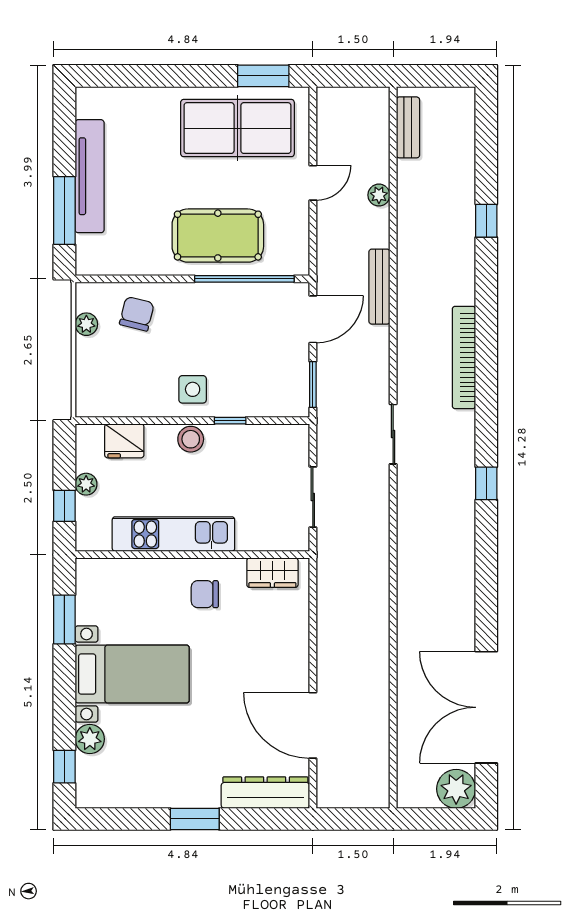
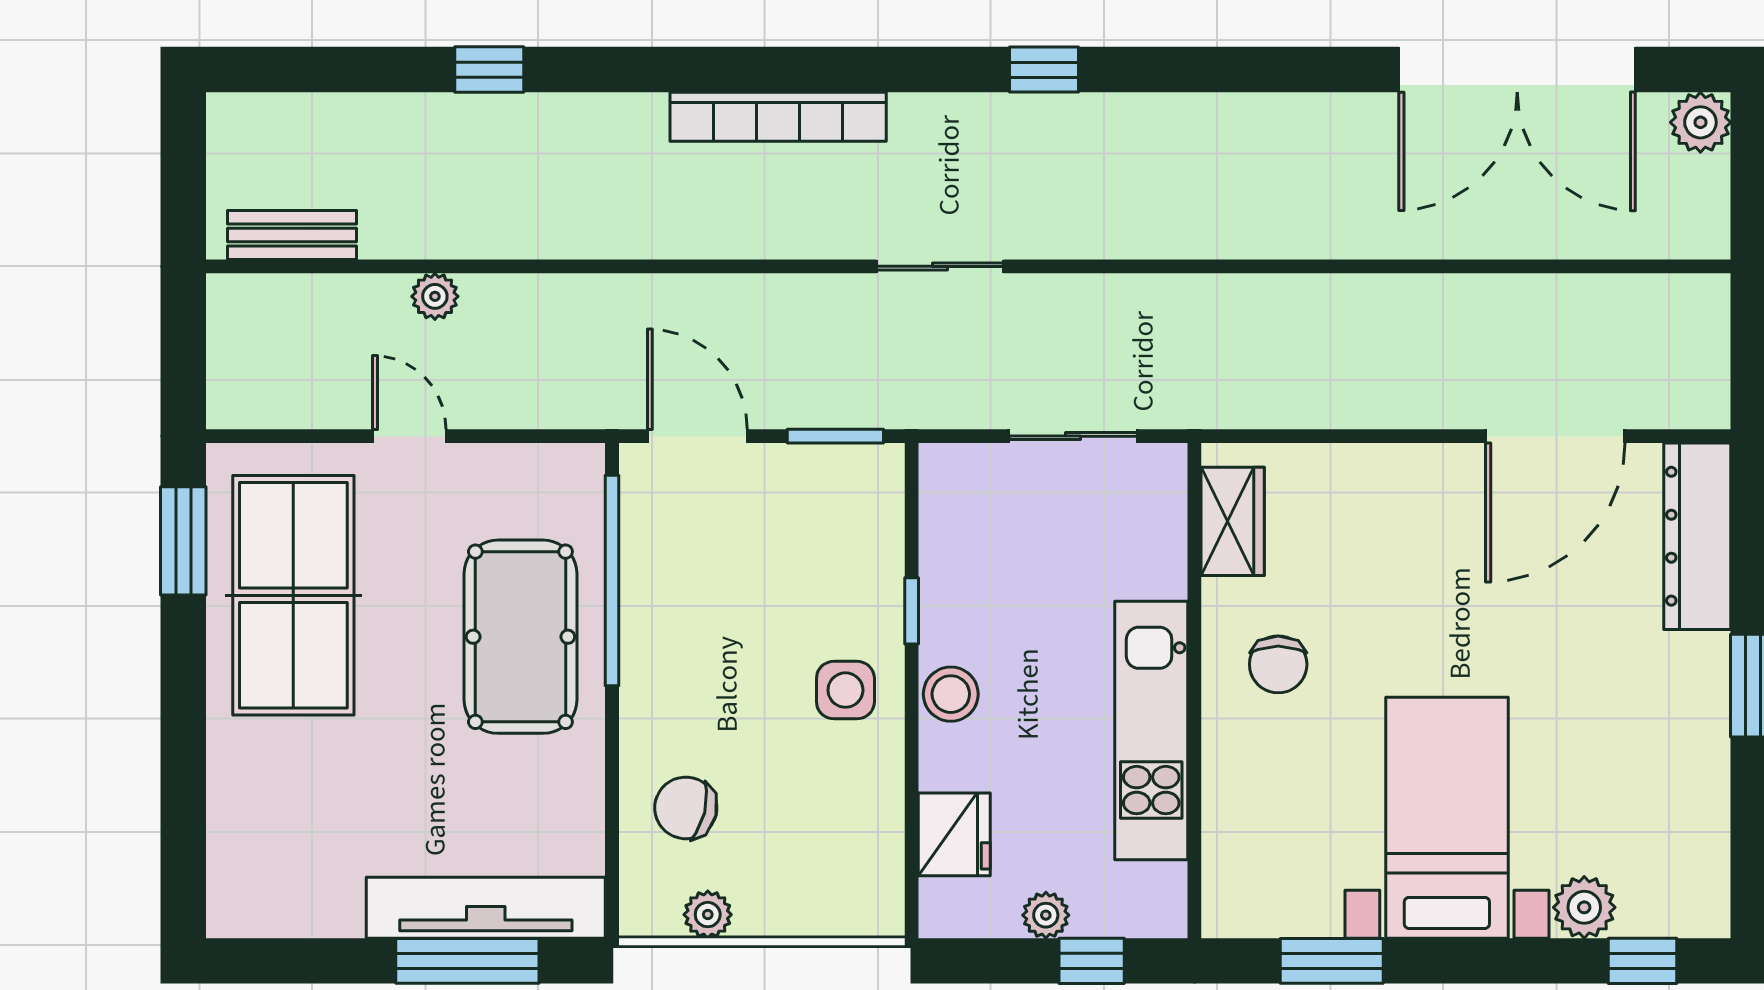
tv unit: (90, 176) -> (486, 908), moved
bench: (379, 287) -> (628, 295), removed
plant: (456, 789) -> (1700, 122), width x0.73, depth x0.73

